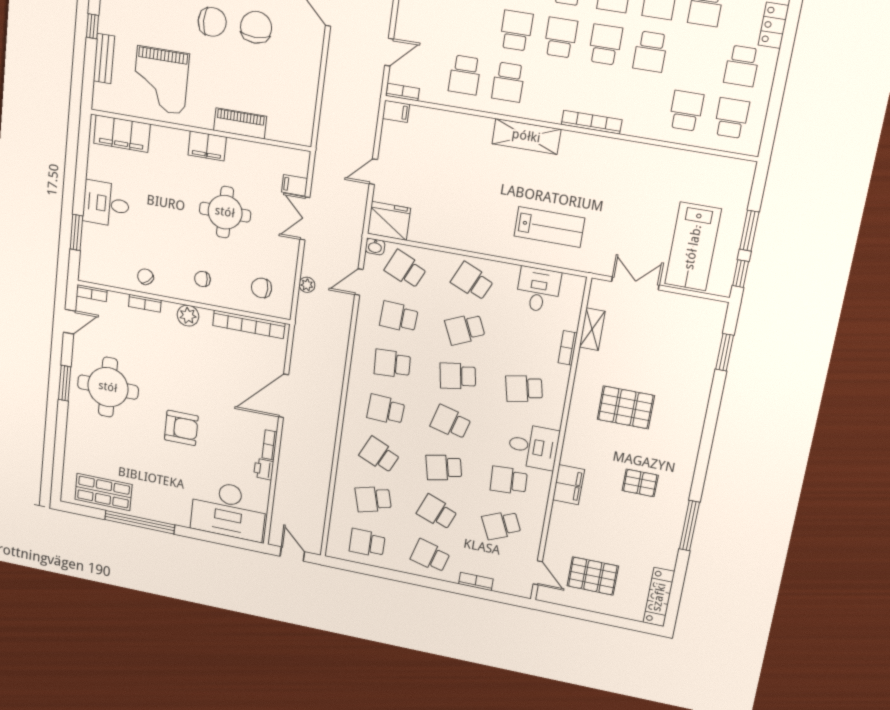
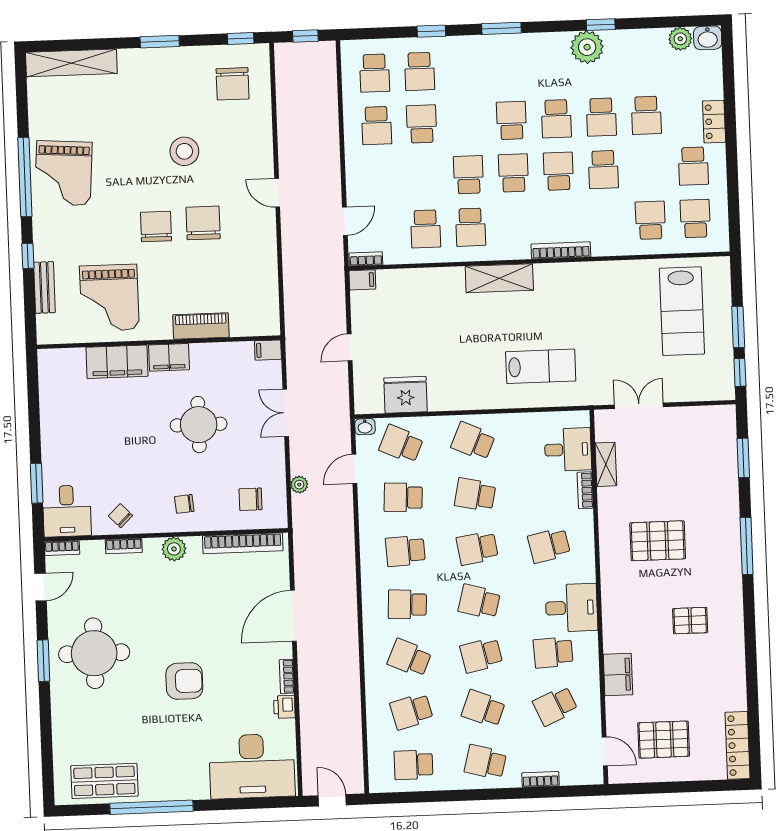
chair: (212, 22) -> (156, 226), turned -89
filing cabinet: (122, 134) -> (117, 362), moved
filing cabinet: (295, 185) -> (268, 350), moved
desk: (106, 204) -> (67, 511), moved, turned -90
fridge: (389, 221) -> (406, 395), moved
lab bench: (693, 247) -> (682, 311), moved
desk: (538, 290) -> (568, 450), moved, turned 90
school desk: (465, 329) -> (475, 495), turned 36
filing cabinet: (568, 485) -> (618, 675), moved
window: (689, 526) -> (747, 546), moved

